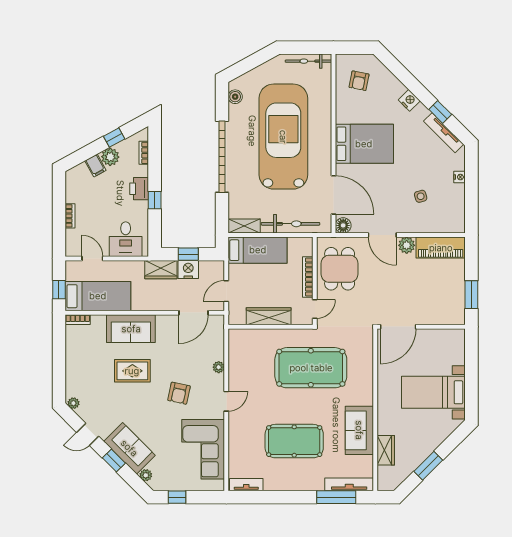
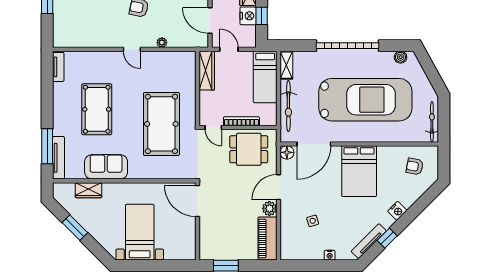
wardrobe: (269, 316) -> (207, 71), moved
corner sofa: (203, 449) -> (89, 29), removed

